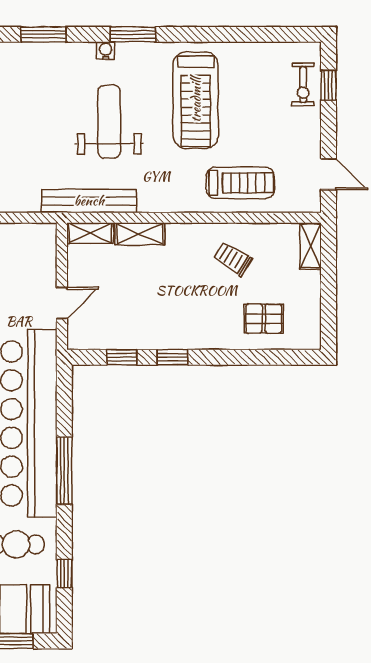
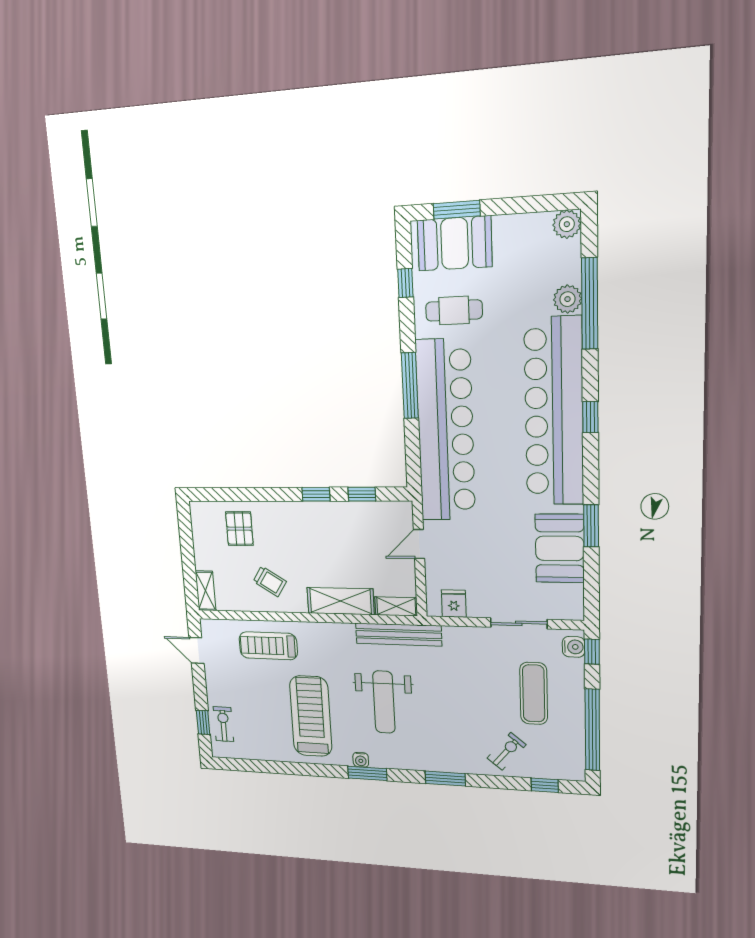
water cooler: (106, 51) -> (361, 760), moved
shelving: (140, 234) -> (340, 601), width x1.50, depth x1.33
fridge: (27, 238) -> (454, 604), added
pallet: (264, 319) -> (239, 529), turned 90

